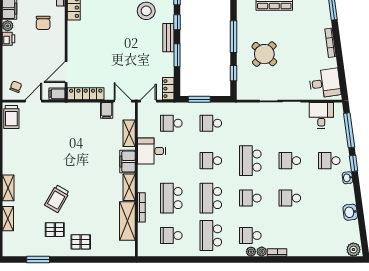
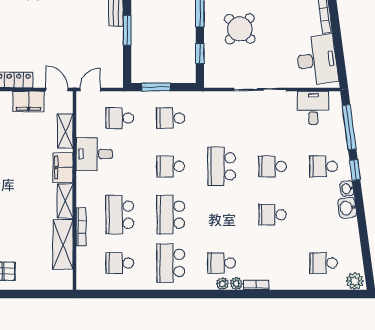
desk: (325, 83) -> (317, 60), width x1.37
locker: (168, 89) -> (116, 73), removed
filing cabinet: (107, 110) -> (28, 102), width x2.00
school desk: (250, 198) -> (324, 263), moved
washbasin: (350, 212) -> (347, 208), moved

